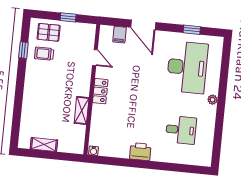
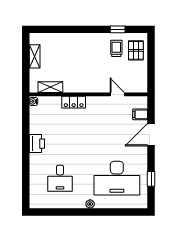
window: (68, 17) -> (151, 67), removed
door: (95, 58) -> (117, 94), swing flipped
locker: (100, 91) -> (74, 102), moved
shelving: (82, 110) -> (50, 87), moved

